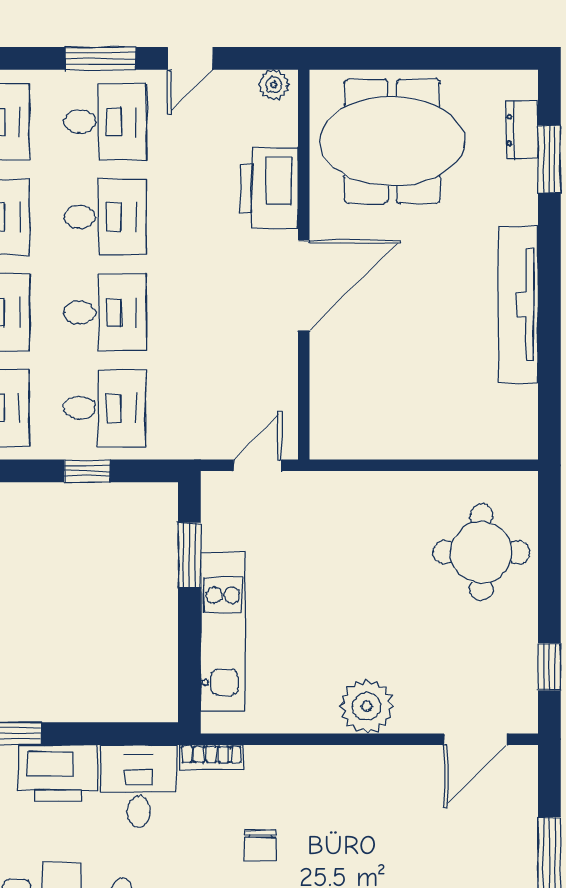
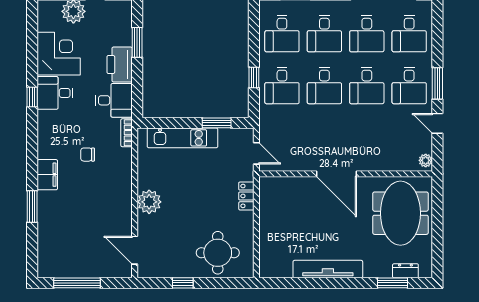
printer: (269, 188) -> (380, 158), removed
locker: (354, 488) -> (246, 196), added
window: (549, 667) -> (183, 283), moved

